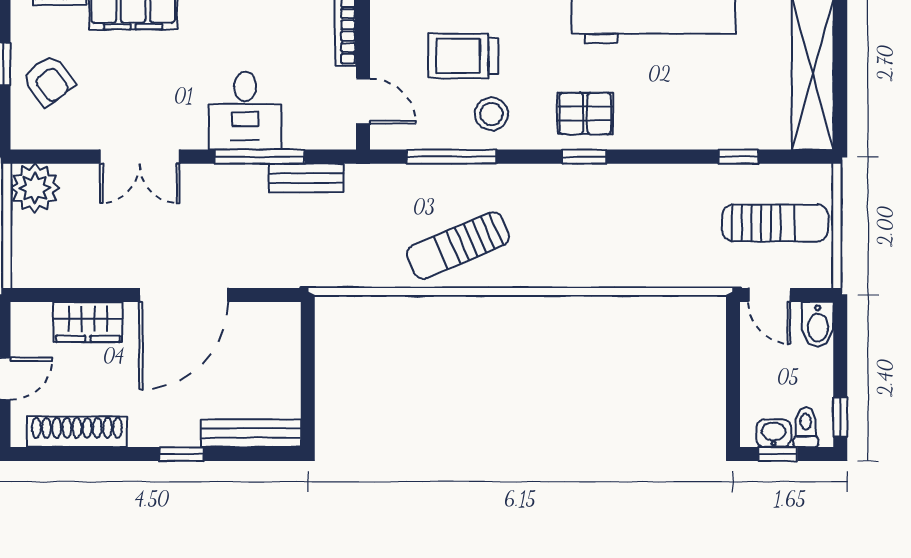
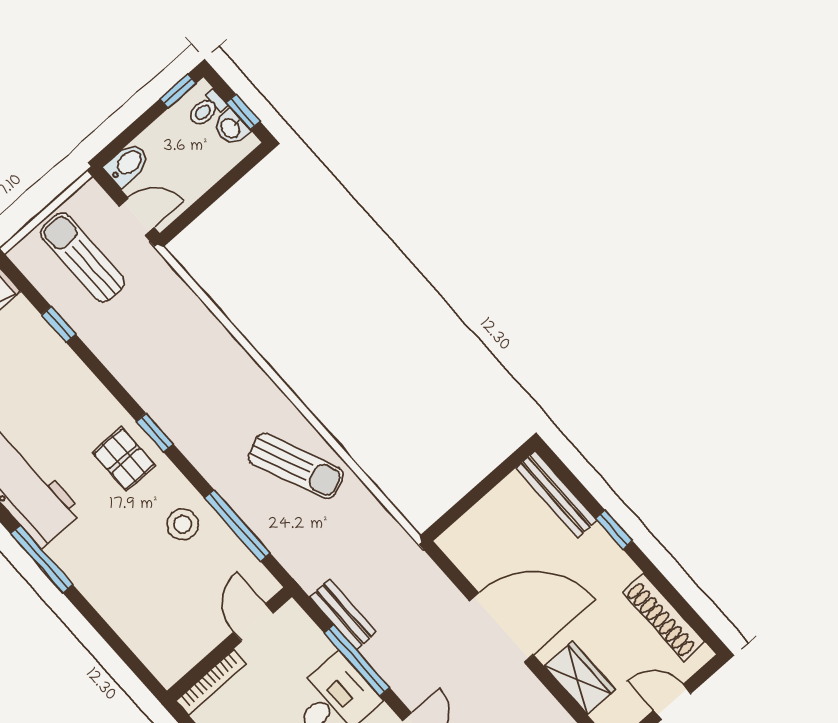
trolley: (463, 56) -> (160, 580), removed
door: (769, 295) -> (136, 217), hinge flipped

